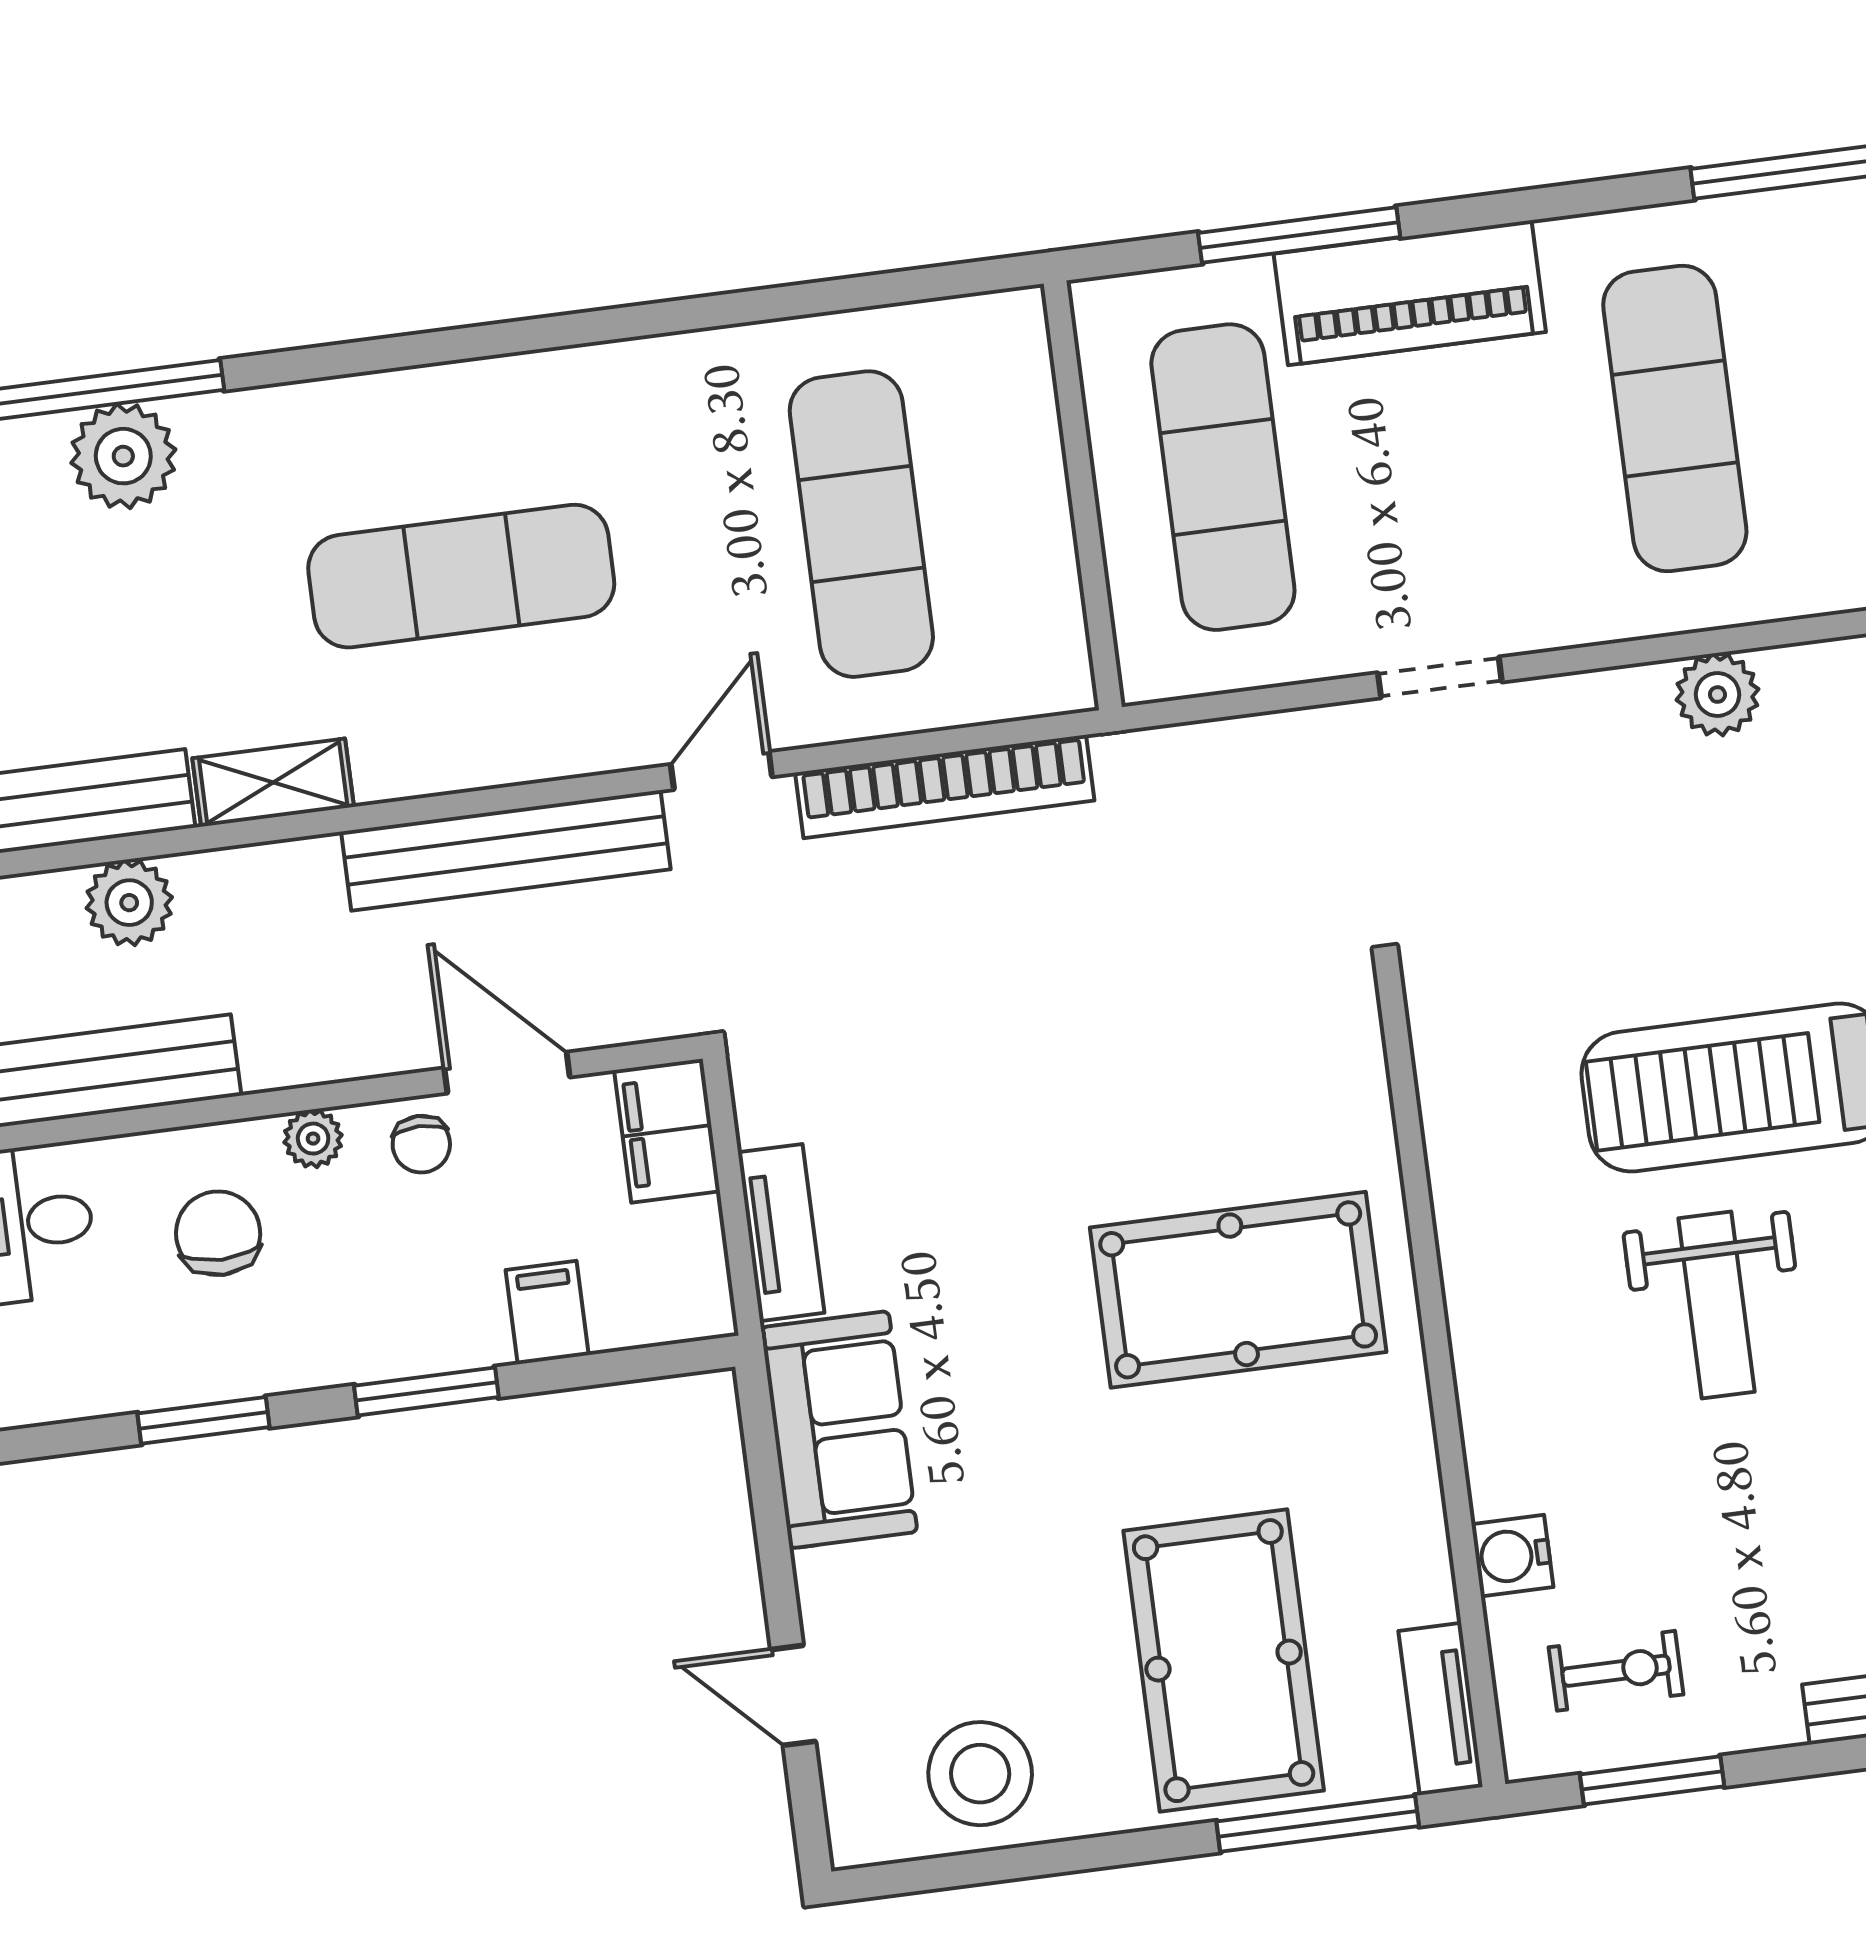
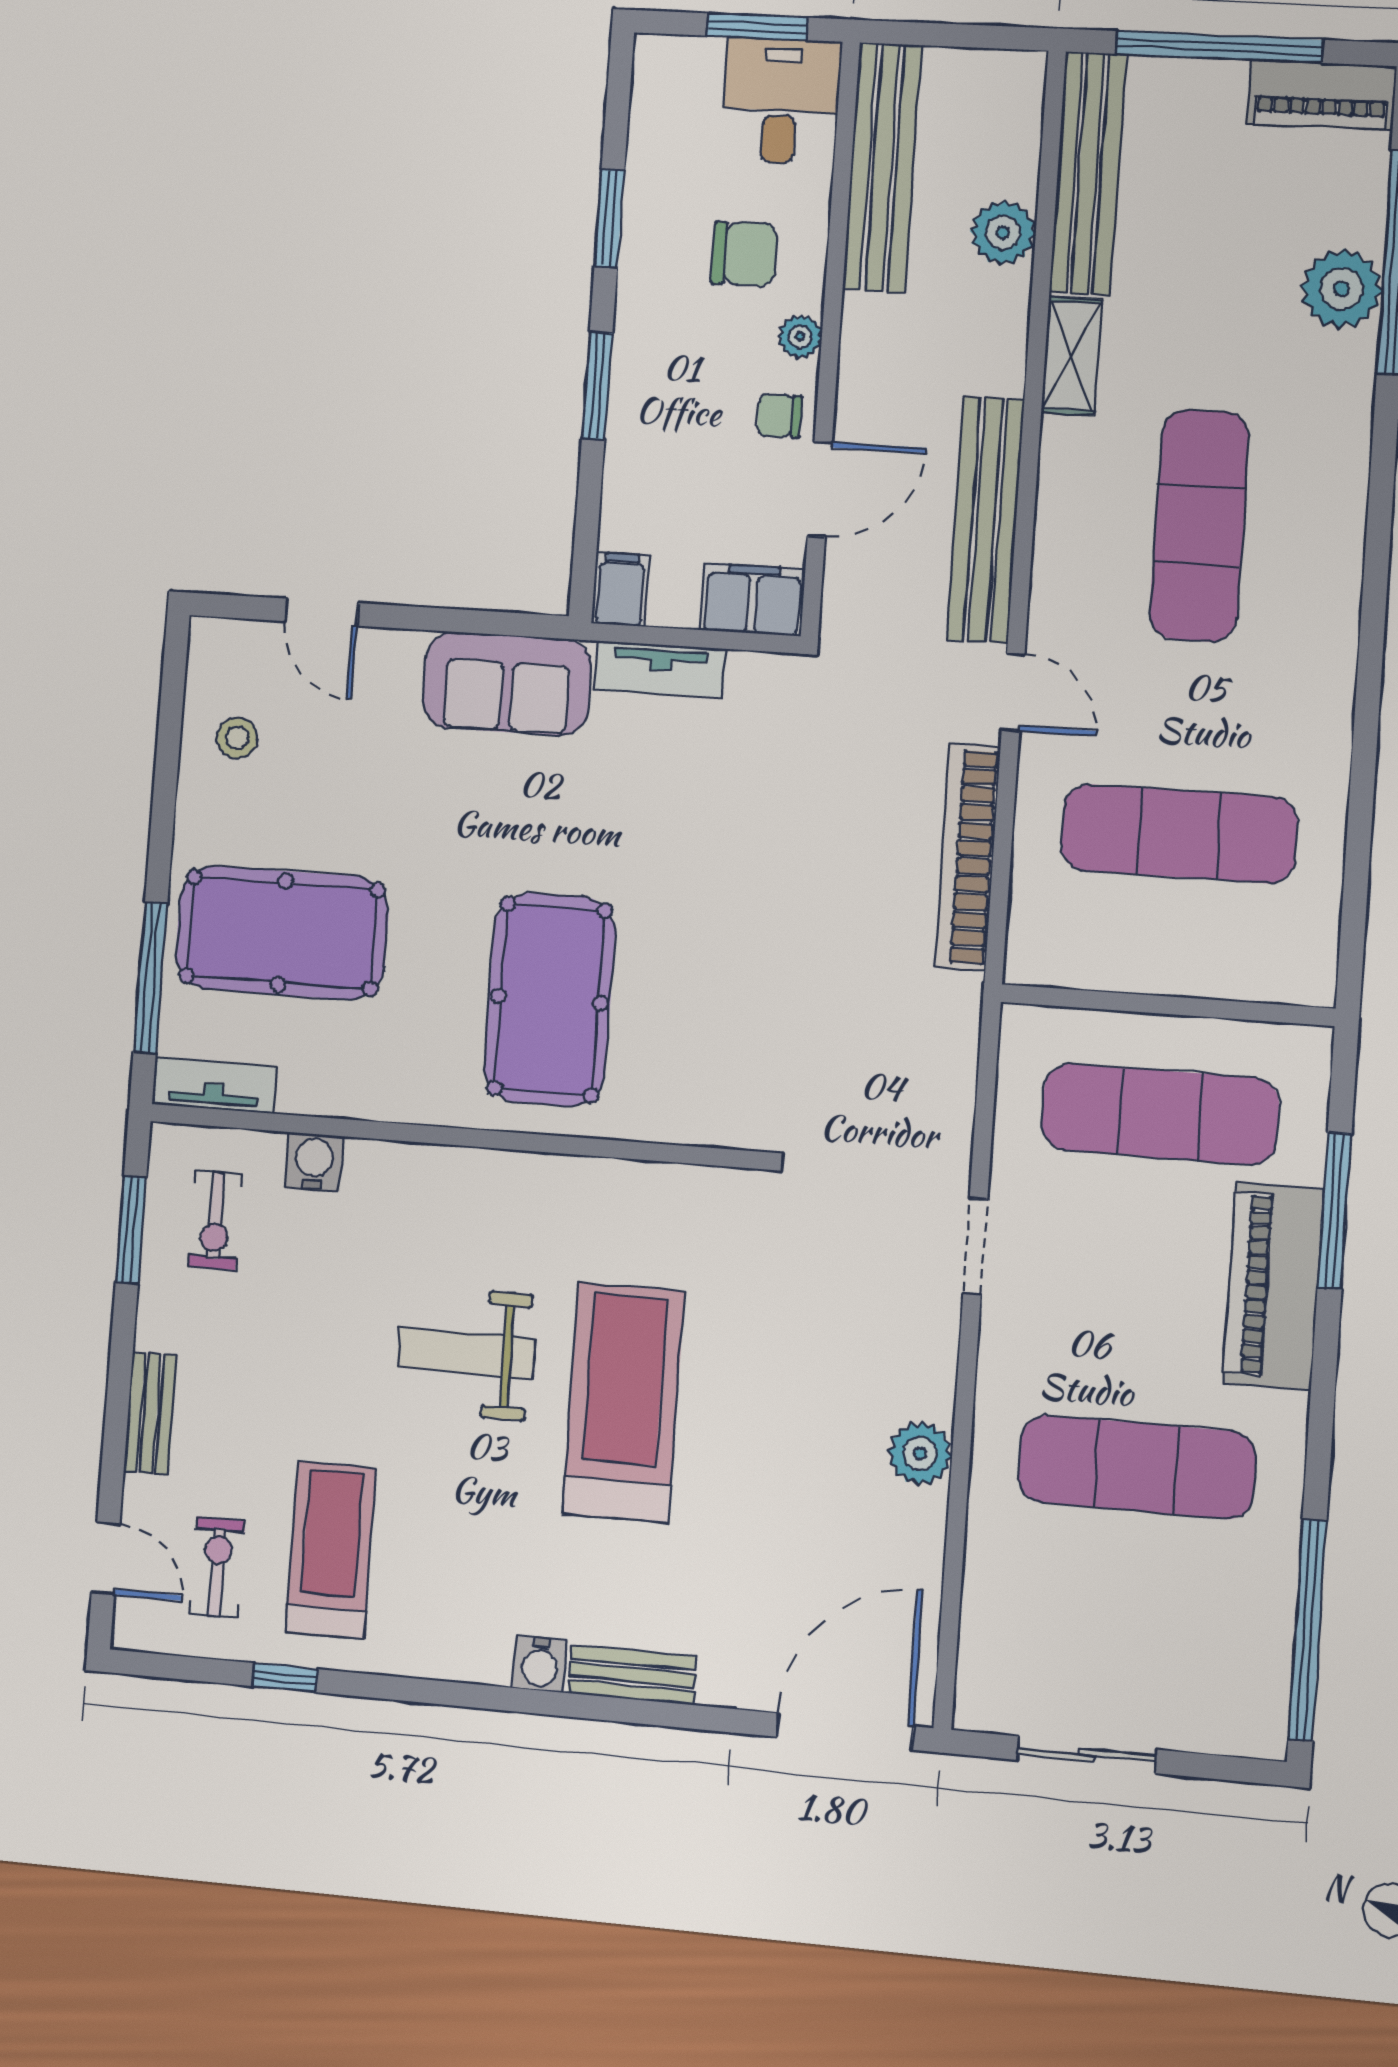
filing cabinet: (547, 1313) -> (620, 589), moved, turned -90
door: (793, 1695) -> (322, 612), swing flipped
stool: (980, 1774) -> (237, 738), width x0.53, depth x0.53

